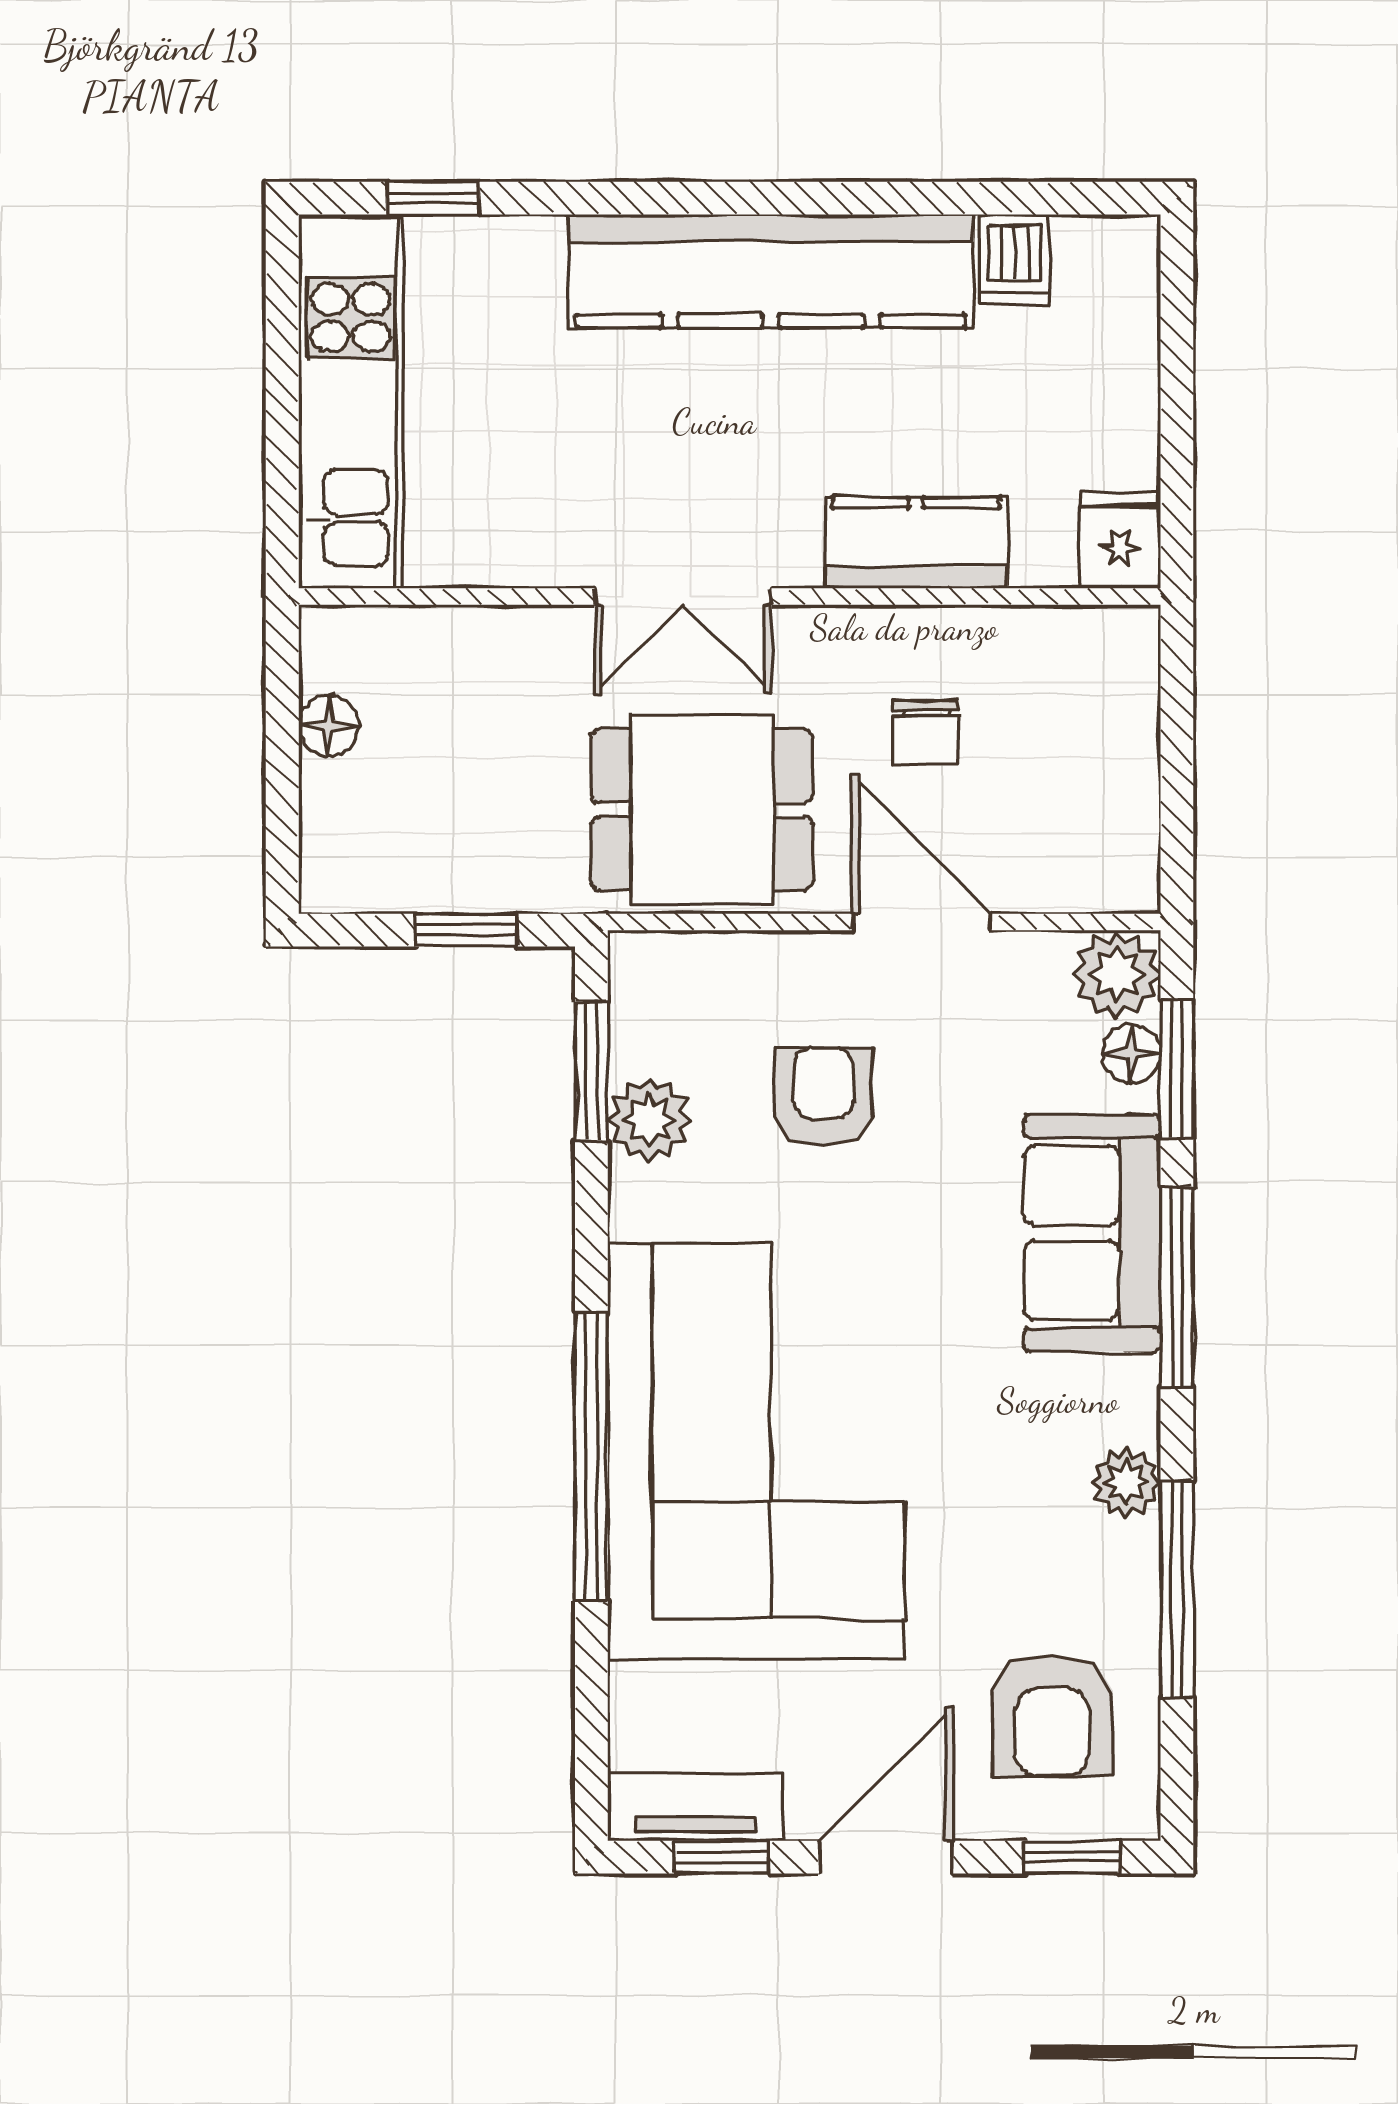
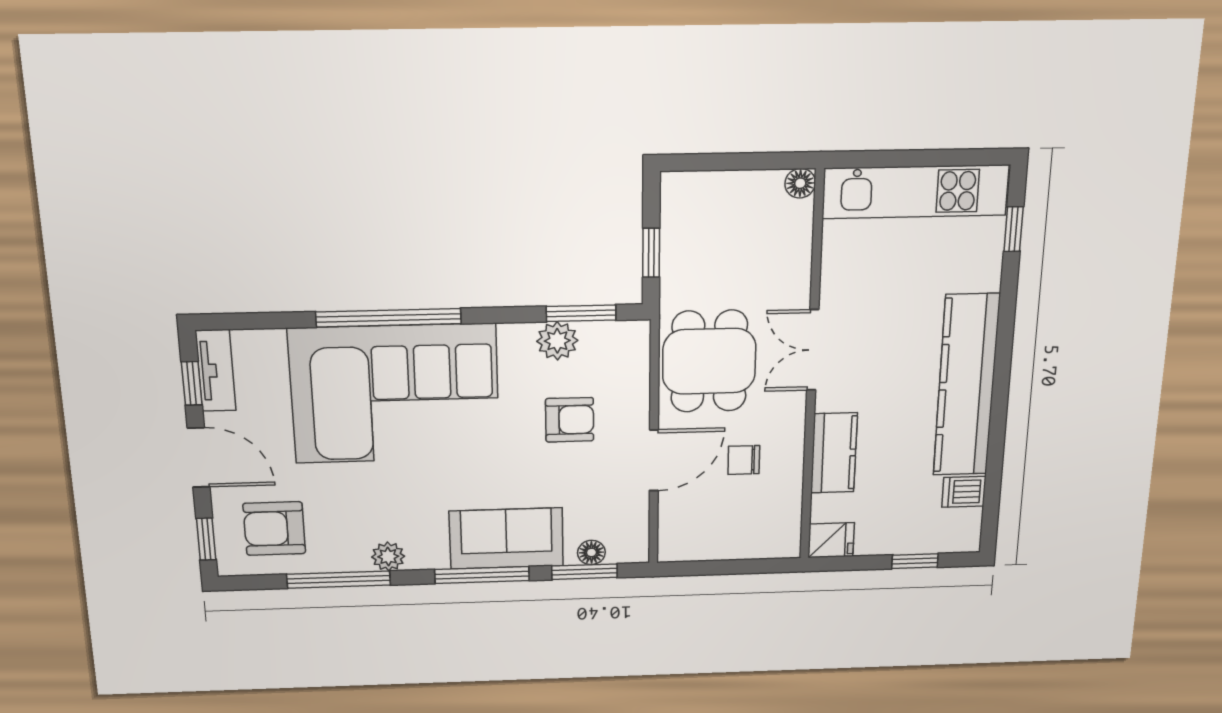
window: (1177, 356) -> (915, 561), added
floor lamp: (329, 726) -> (800, 183), moved
plant: (1117, 974) -> (629, 545), removed

